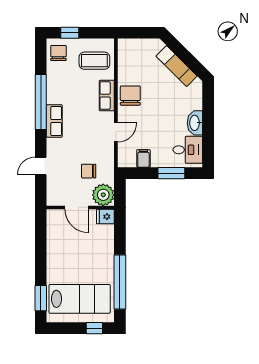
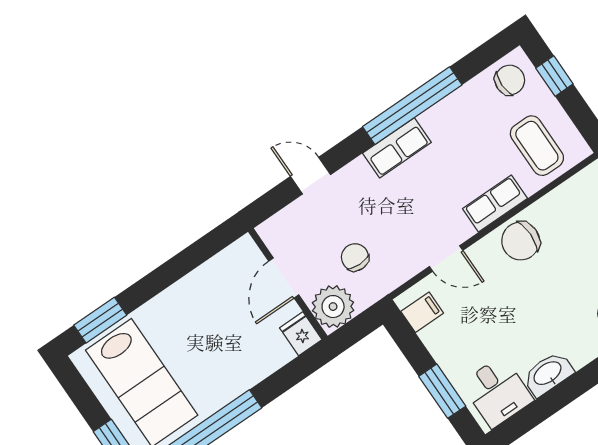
chair: (130, 96) -> (521, 241), turned 180
filing cabinet: (143, 158) -> (422, 312), moved

